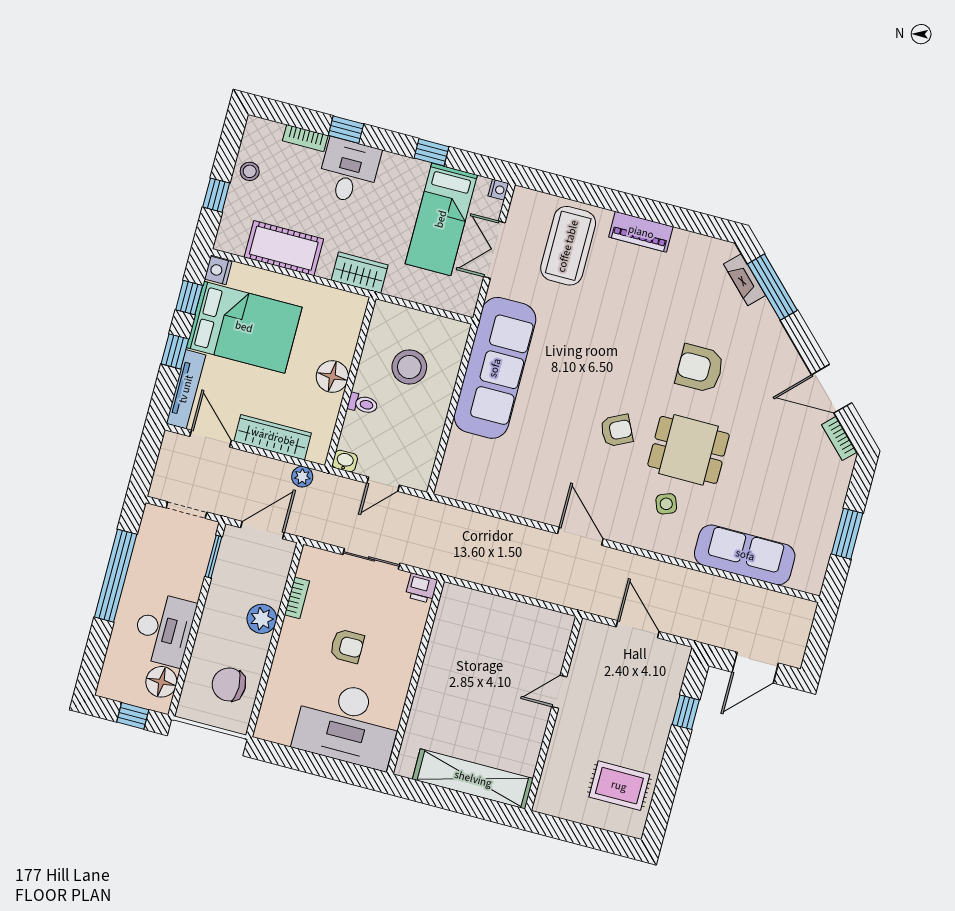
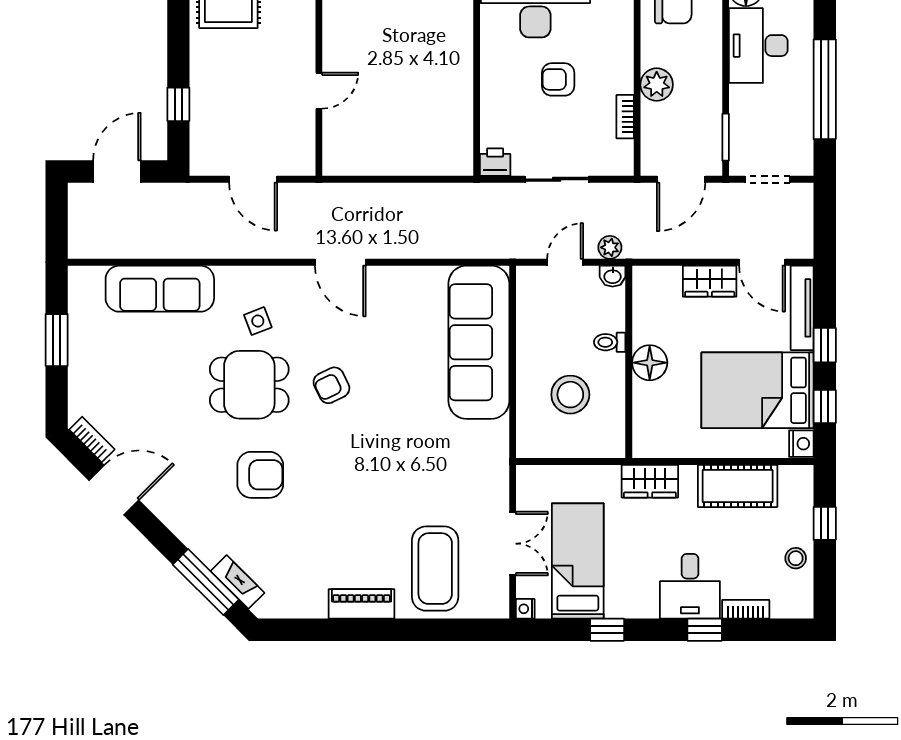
sofa: (495, 368) -> (479, 342), moved
wardrobe: (273, 437) -> (710, 281), width x0.67
plant: (302, 477) -> (610, 247), moved

